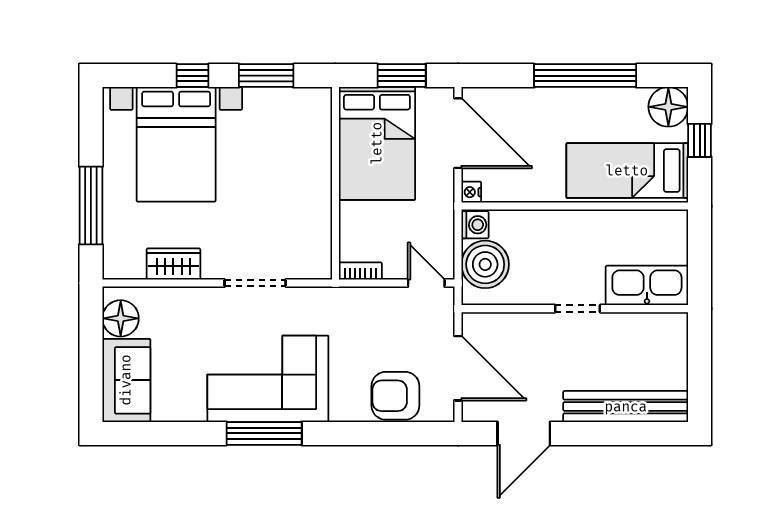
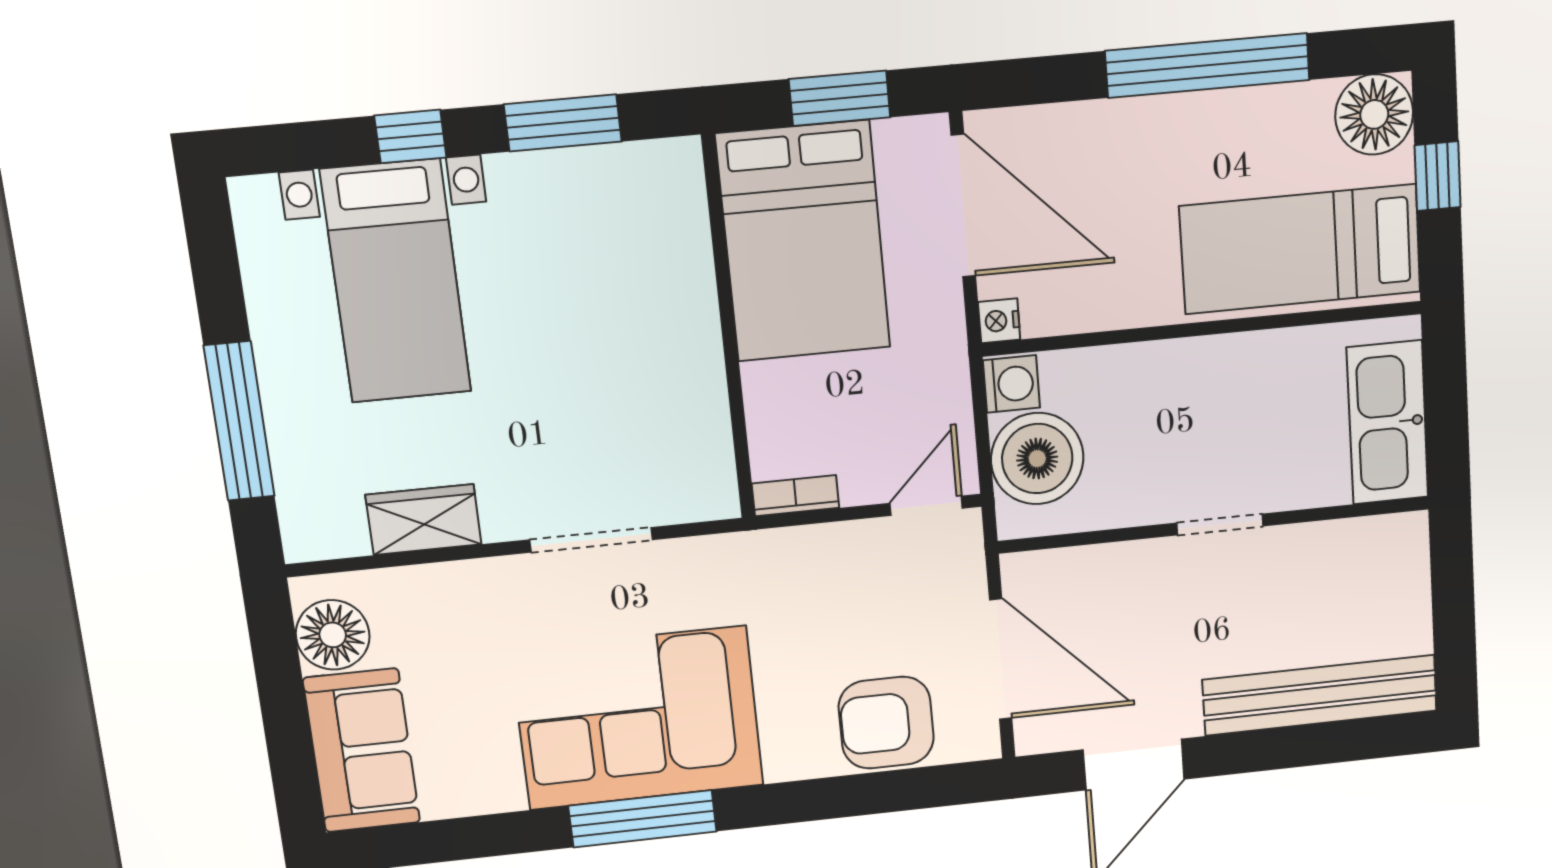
bed with nightstands: (176, 144) -> (396, 281), width x0.73
door: (426, 283) -> (926, 506), hinge flipped
kitchen sink: (647, 285) -> (1387, 423), moved, turned -90

